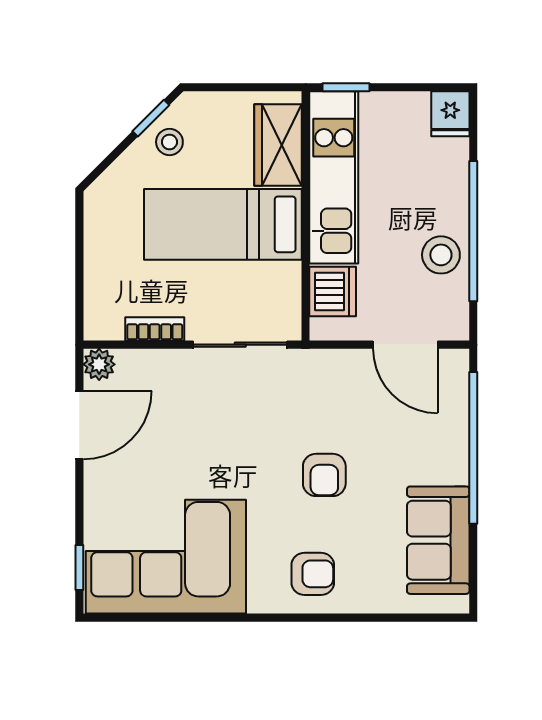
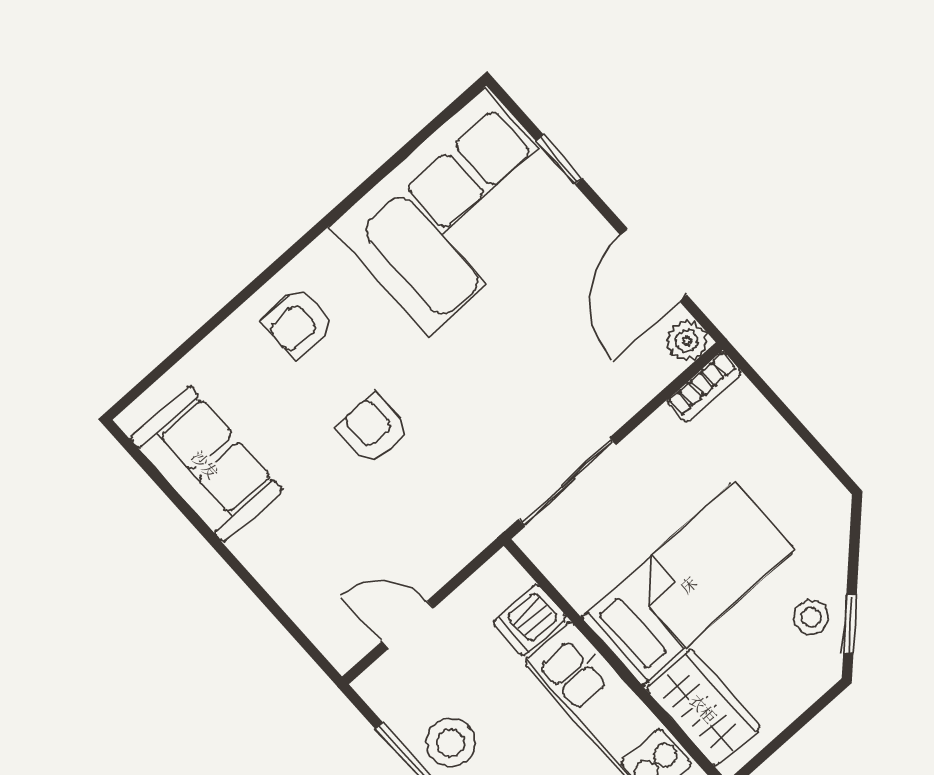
dishwasher: (333, 292) -> (530, 620), width x0.73
bookcase: (155, 329) -> (704, 387), moved
door: (405, 345) -> (407, 625), width x0.73
window: (473, 448) -> (252, 584), removed
window: (79, 567) -> (559, 160), moved

